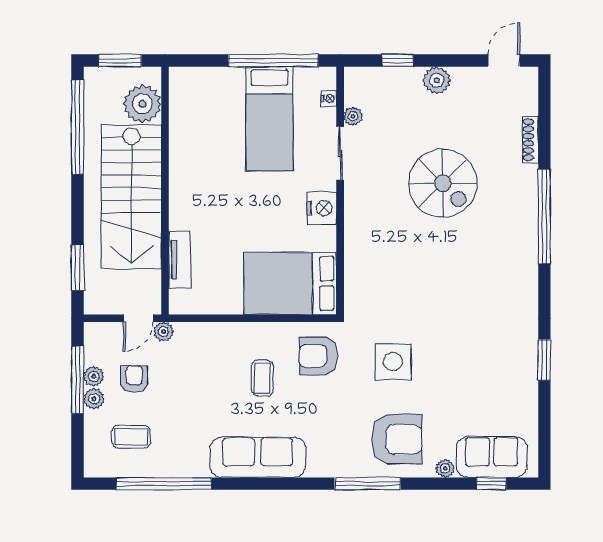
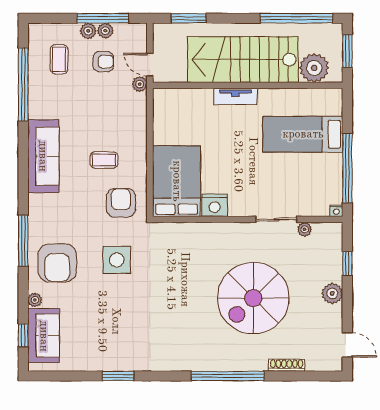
nightstand: (329, 98) -> (336, 211), moved
bed: (270, 119) -> (303, 134), moved
spiral stairs: (443, 183) -> (253, 298), width x1.37, depth x1.37
nightstand: (322, 208) -> (215, 205), moved
tv unit: (180, 260) -> (235, 96), moved

